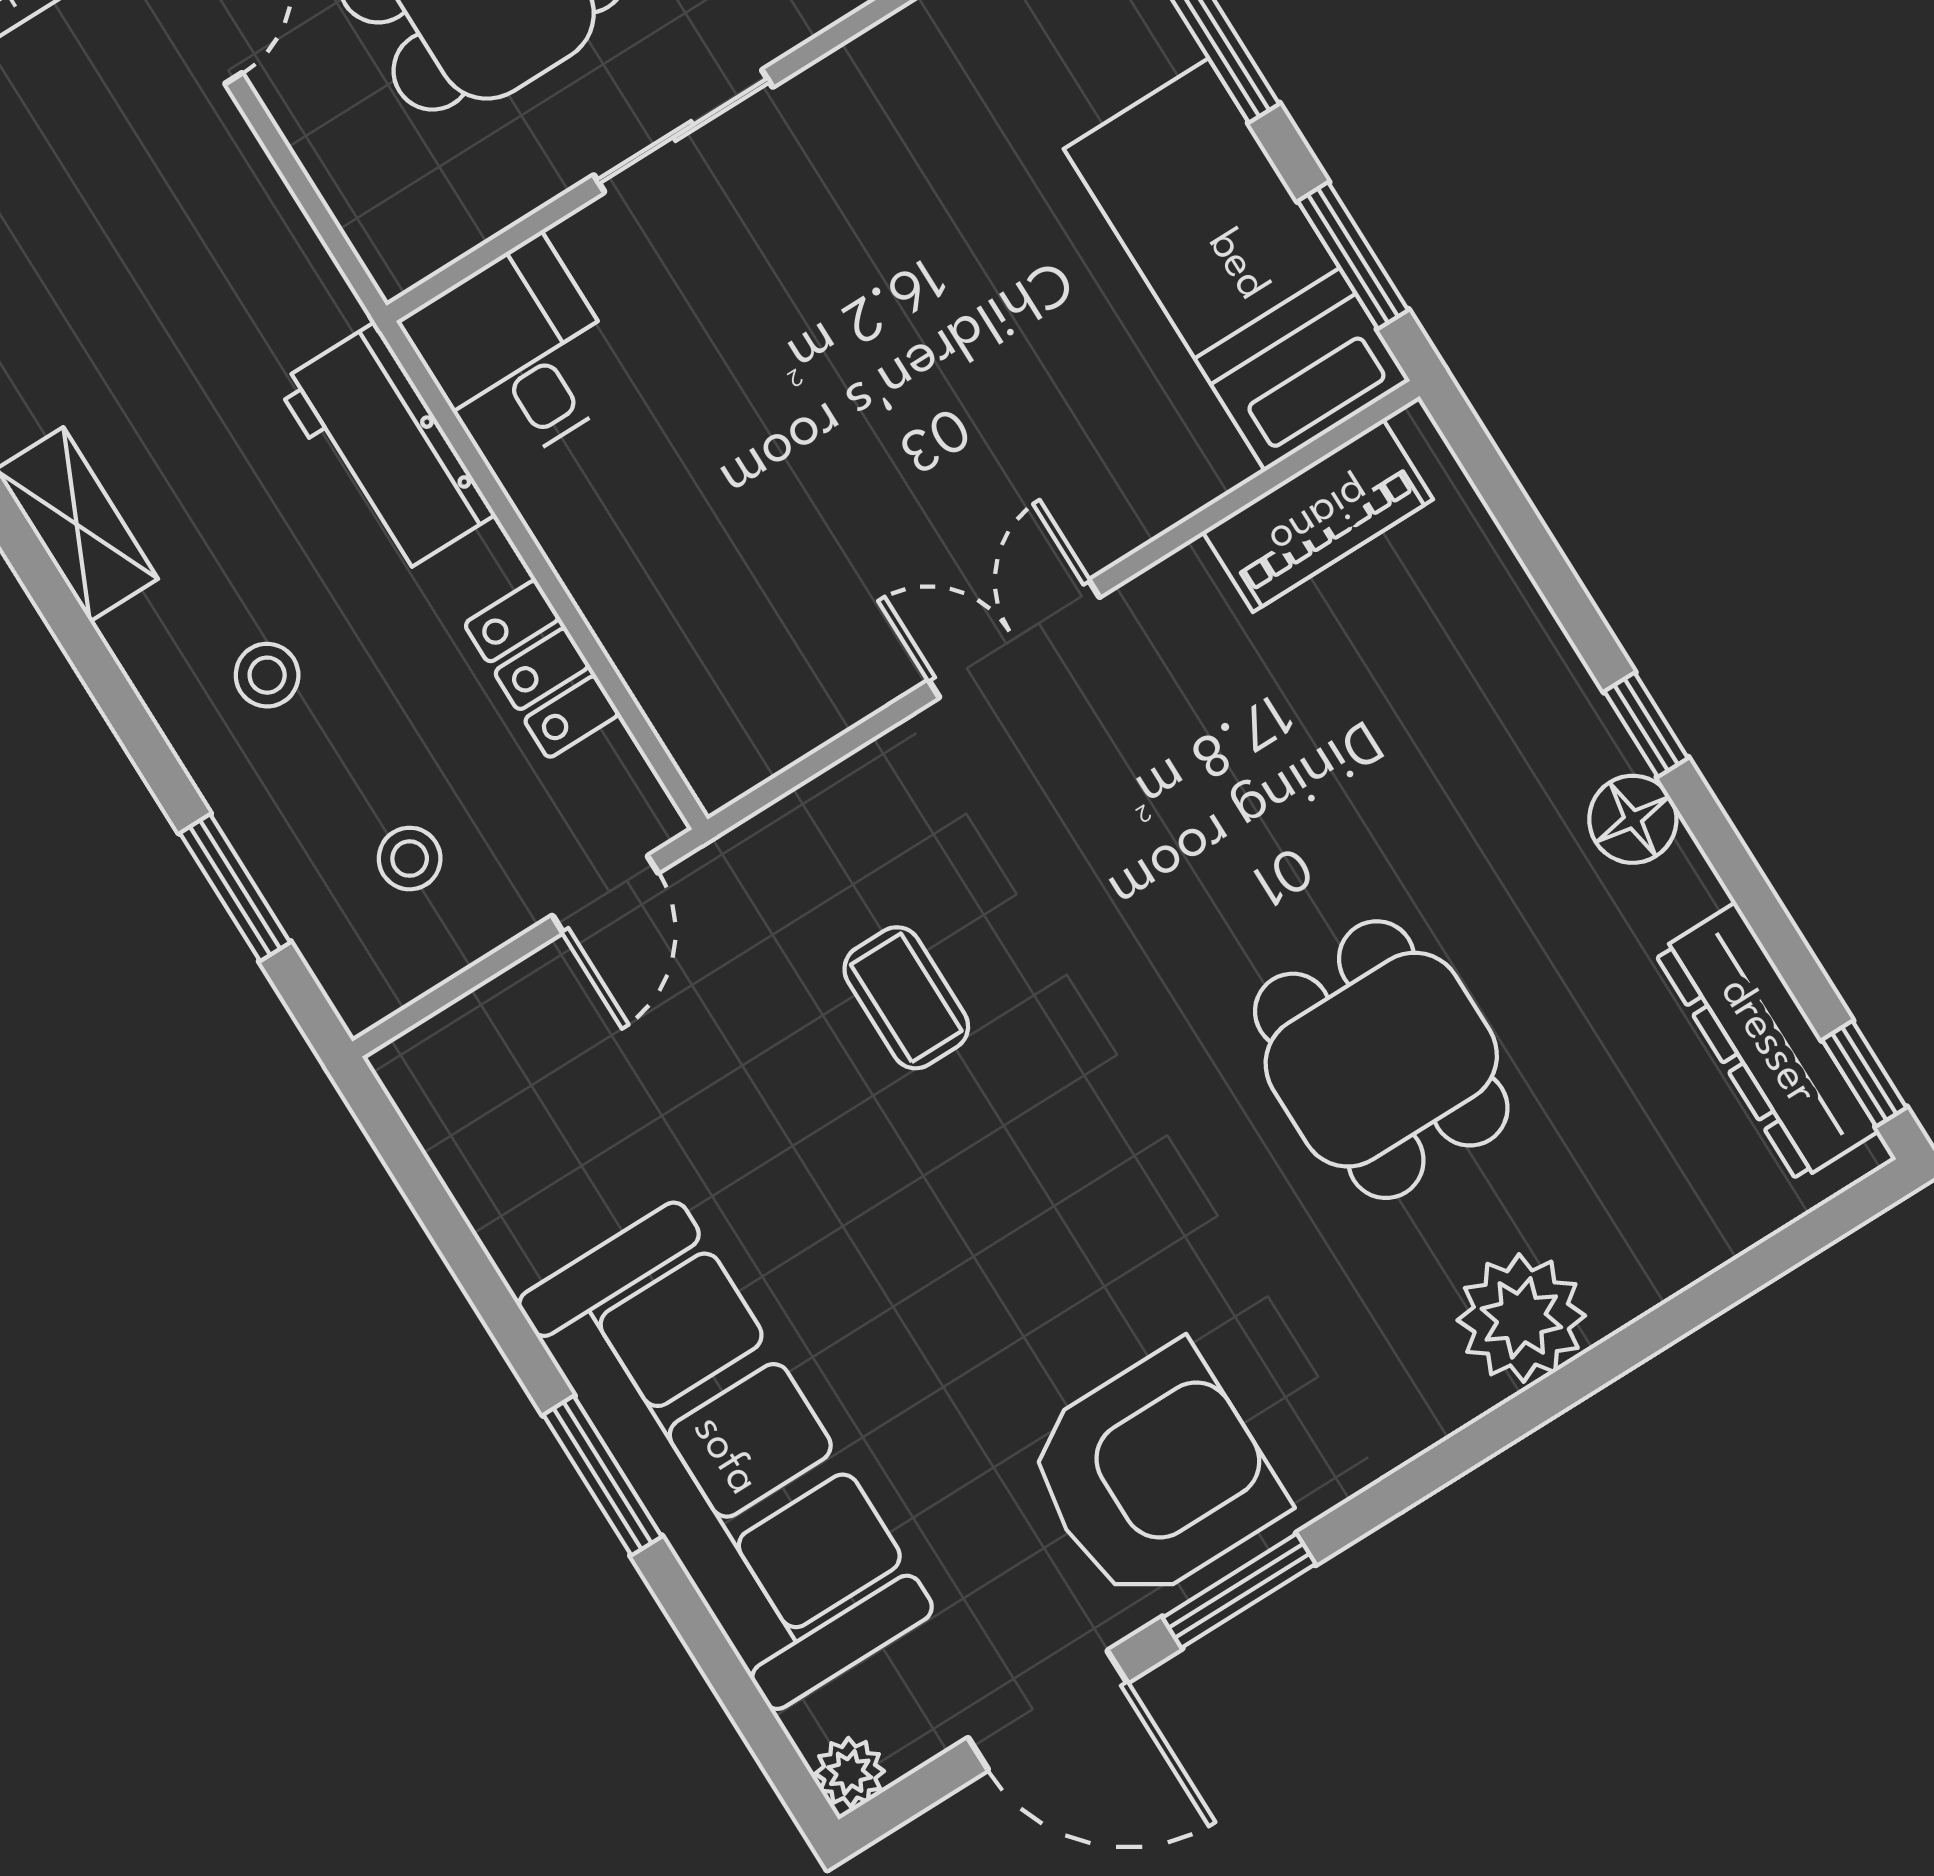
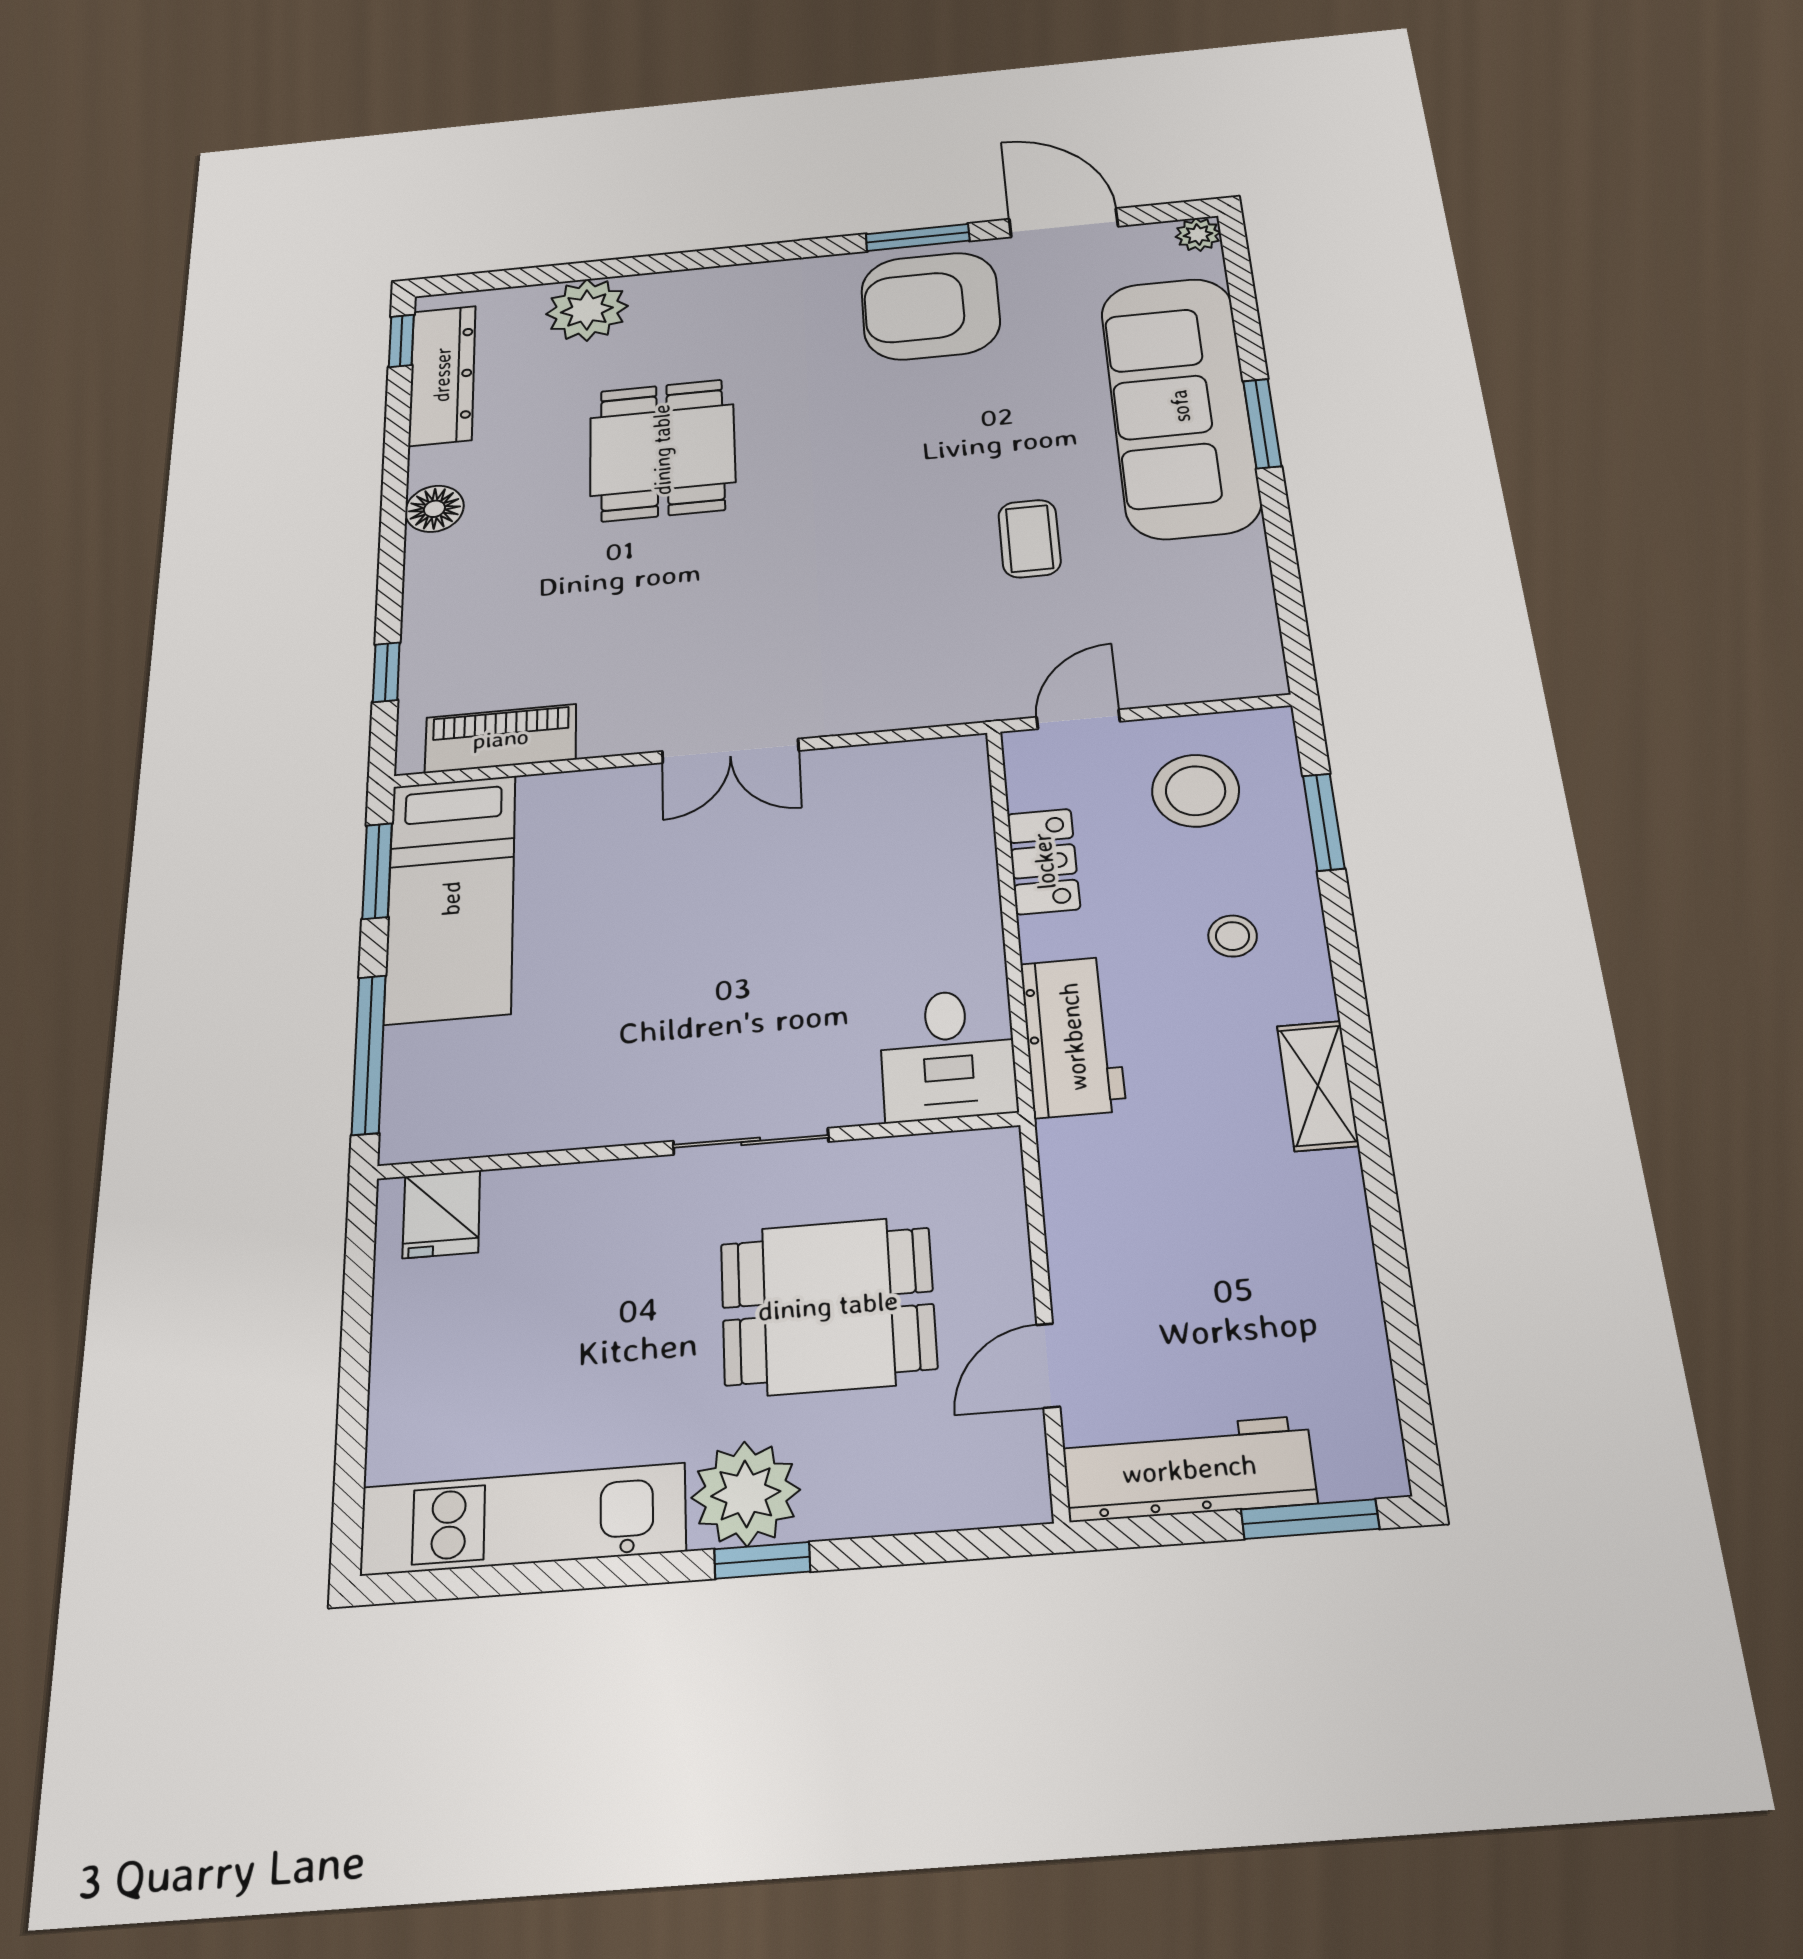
window: (1646, 725) -> (386, 672), moved
stool: (410, 859) -> (1196, 791), width x1.89, depth x1.89
coffee table: (906, 998) -> (1030, 539), moved
plant: (1521, 1318) -> (587, 310), moved

